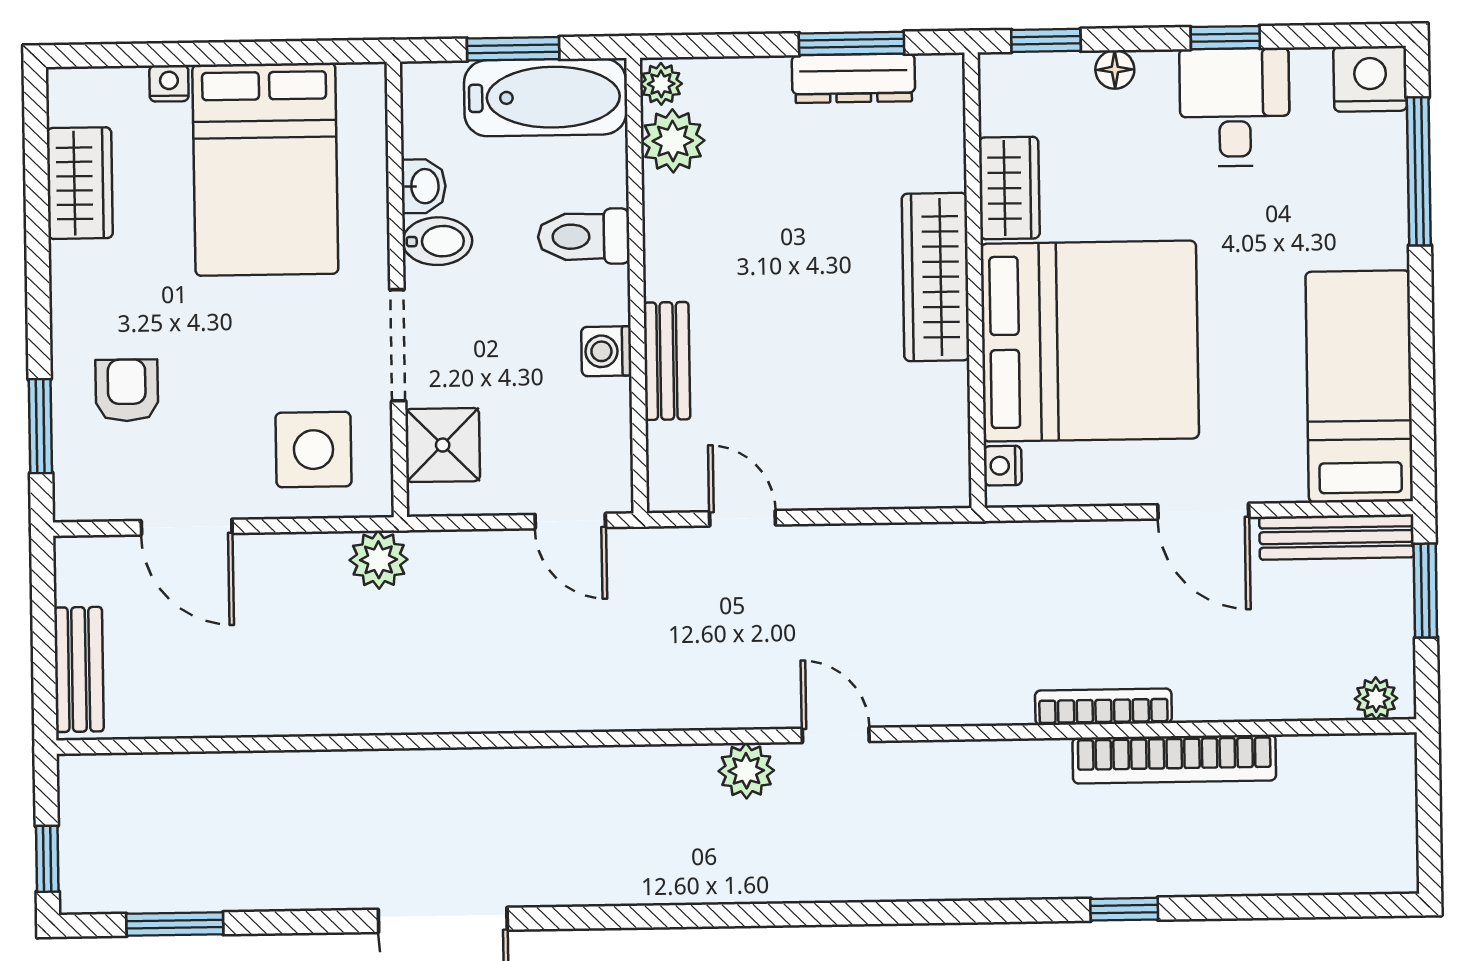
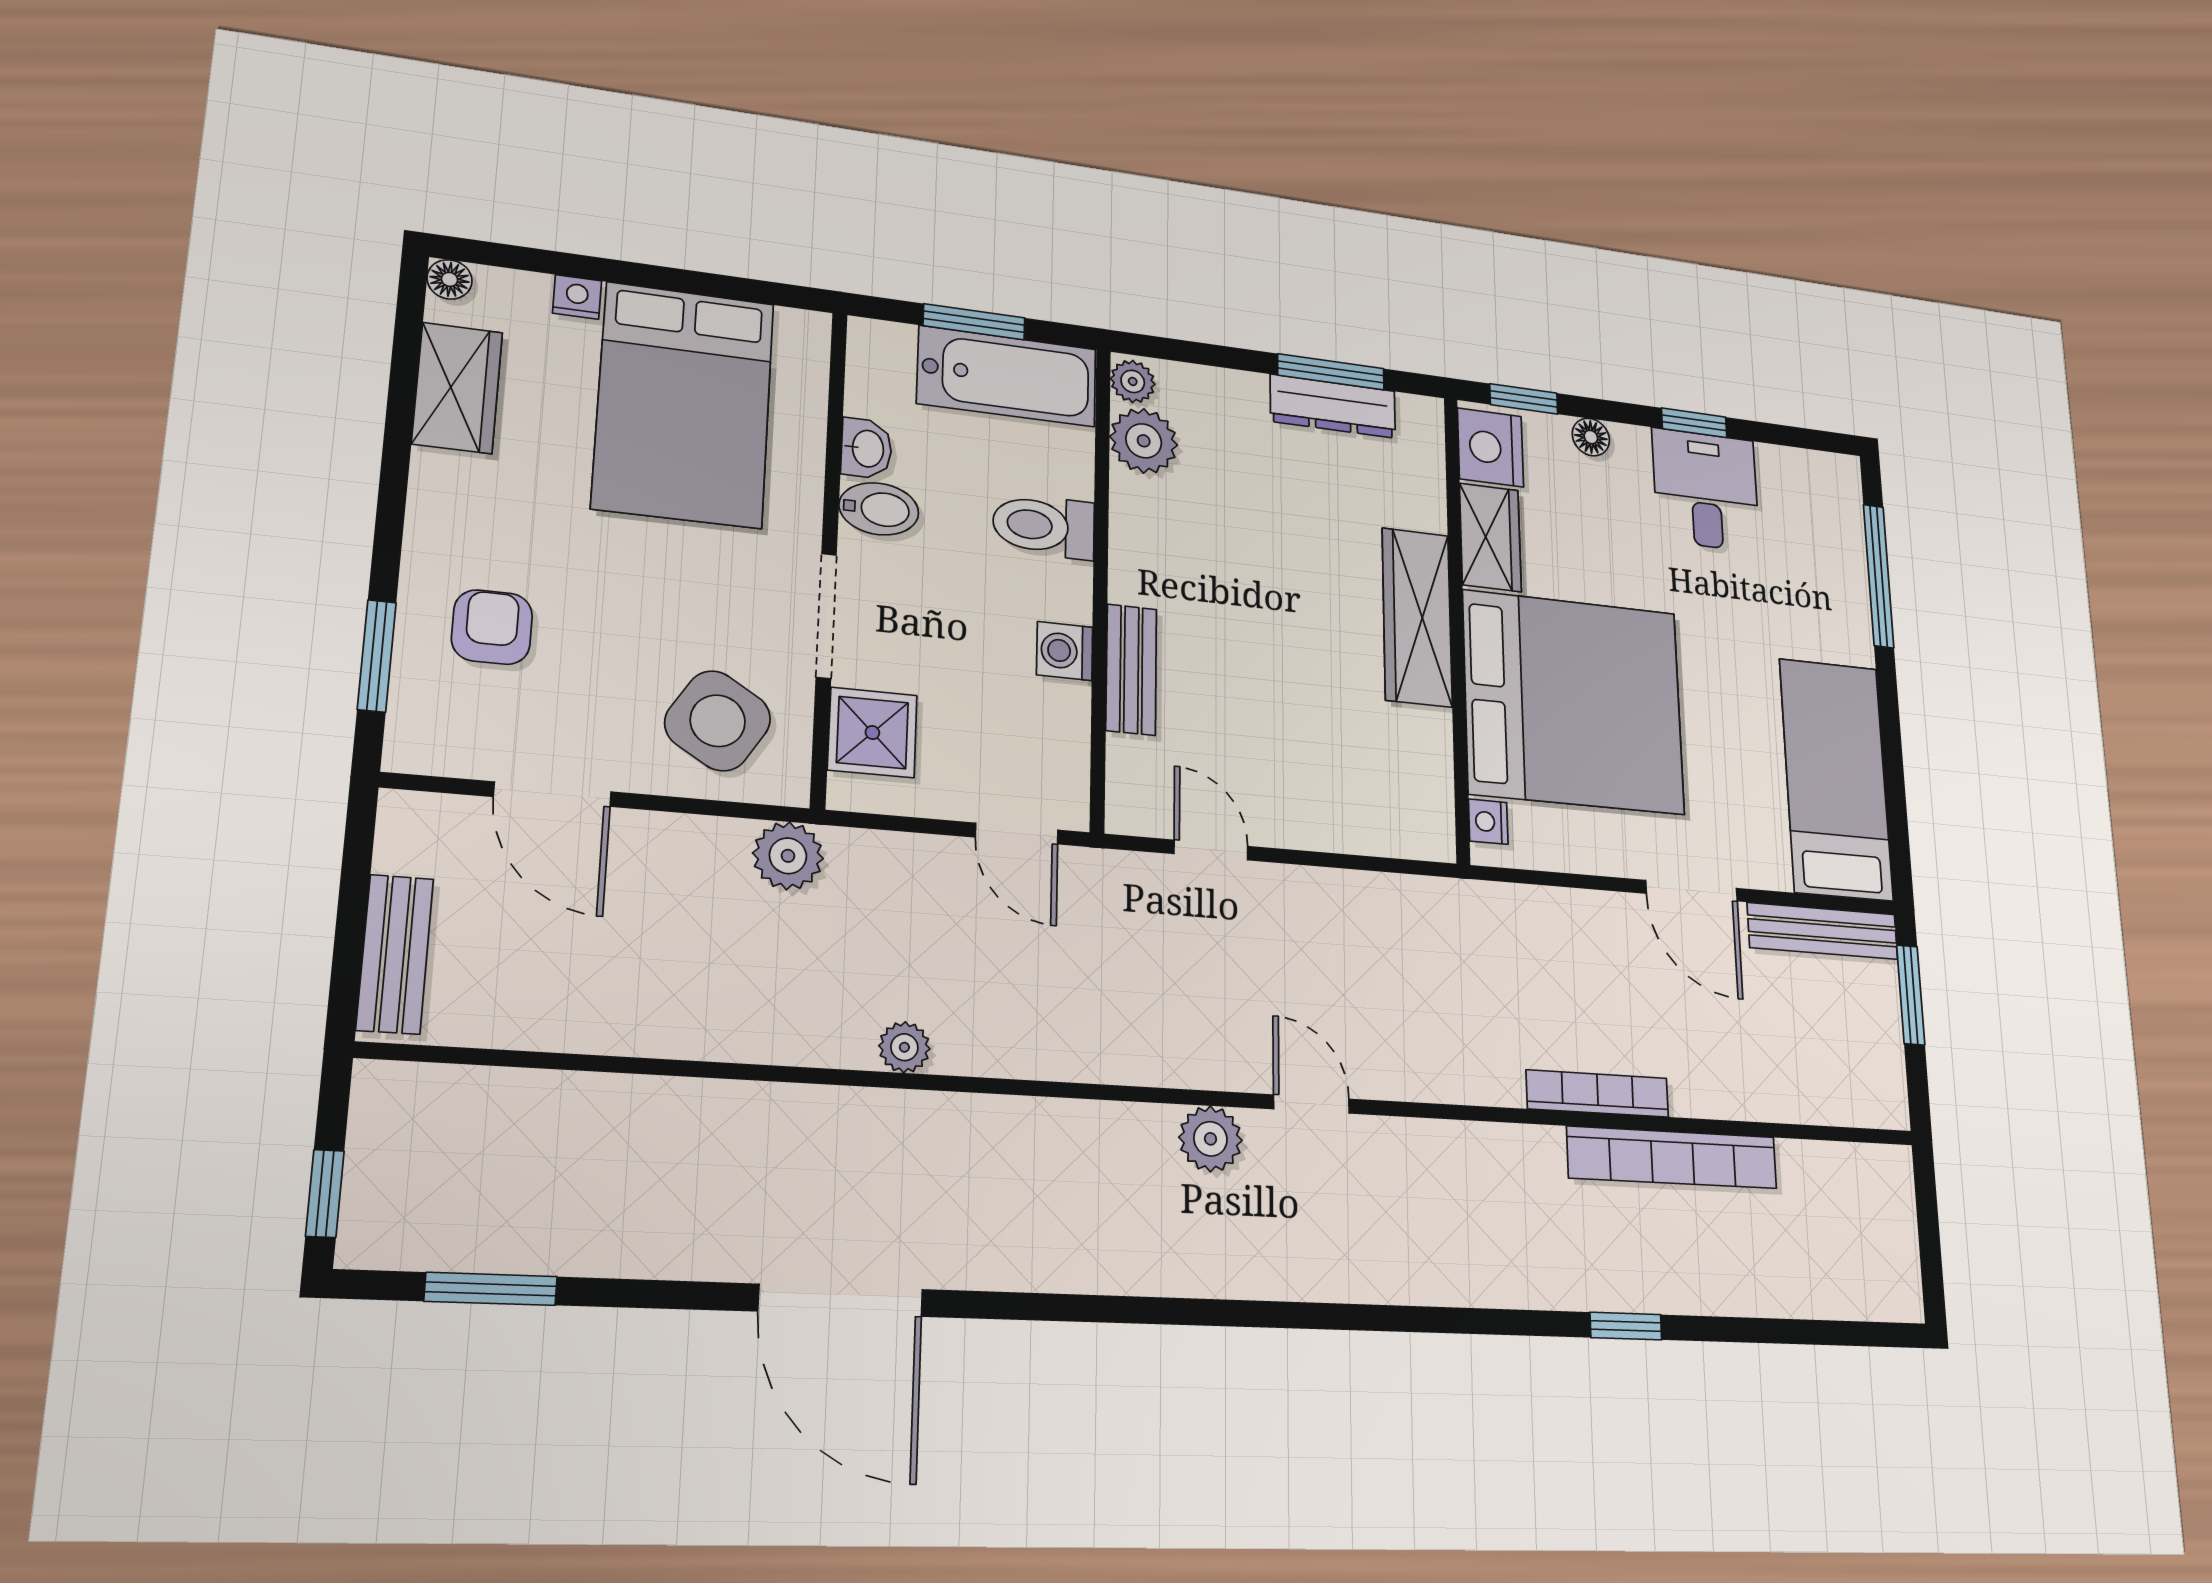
nightstand: (1370, 79) -> (1490, 448), moved, turned -90
floor lamp: (64, 85) -> (450, 279), added
side table: (313, 450) -> (718, 721), turned 32
plant: (1376, 699) -> (904, 1047), moved

